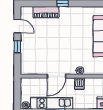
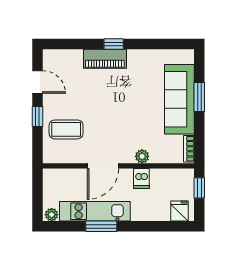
piano: (46, 12) -> (105, 59), moved
coffee table: (34, 54) -> (66, 129), added

